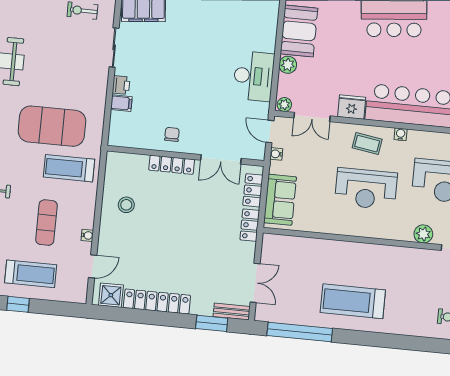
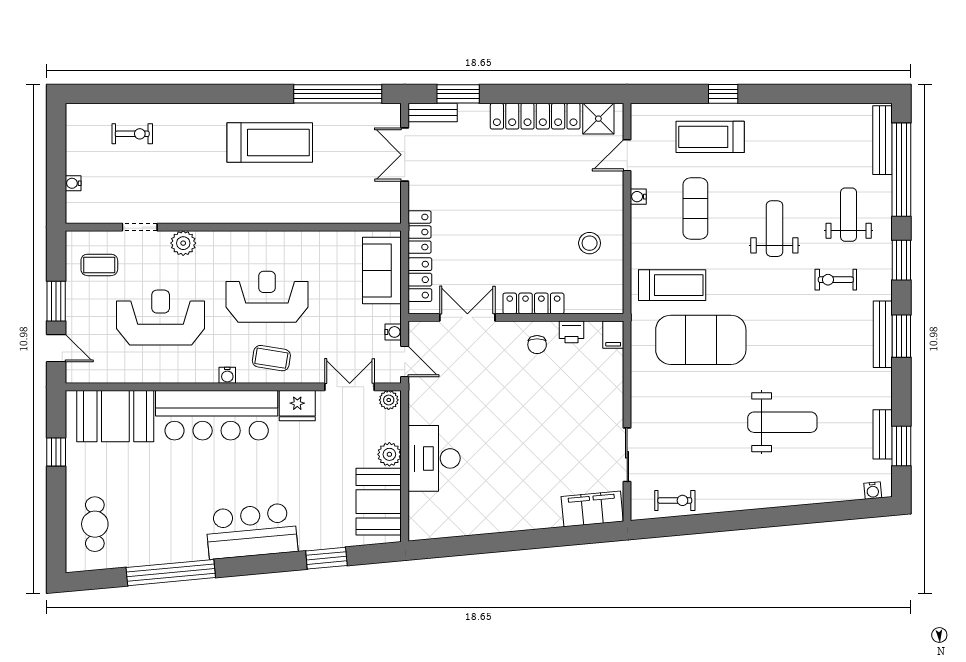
desk: (254, 76) -> (434, 458), moved
printer: (121, 85) -> (572, 332), moved, turned -90
filing cabinet: (121, 103) -> (613, 335), moved, turned -90

